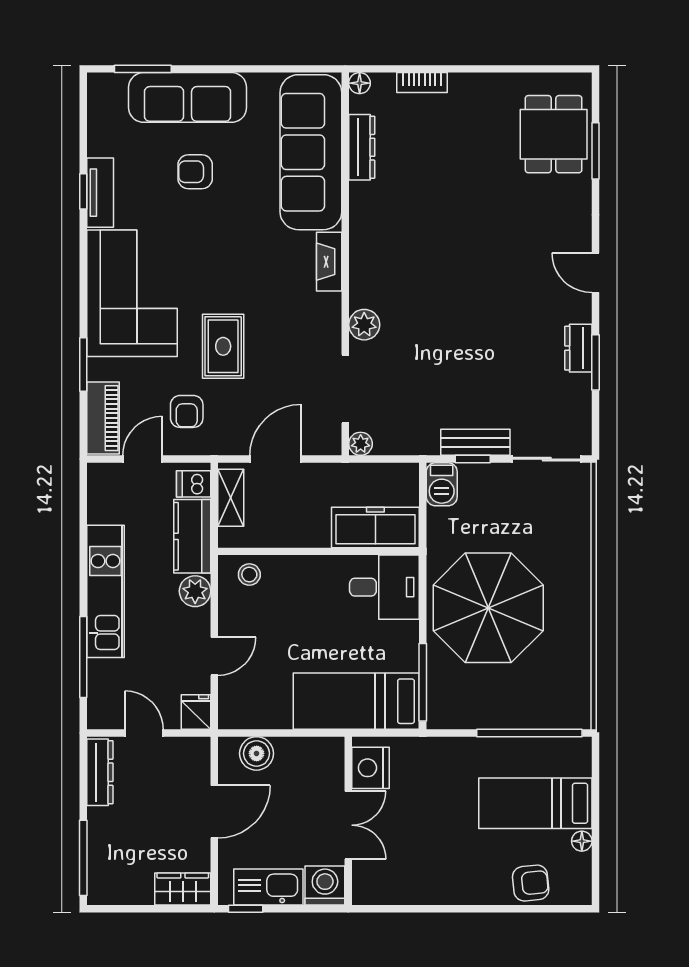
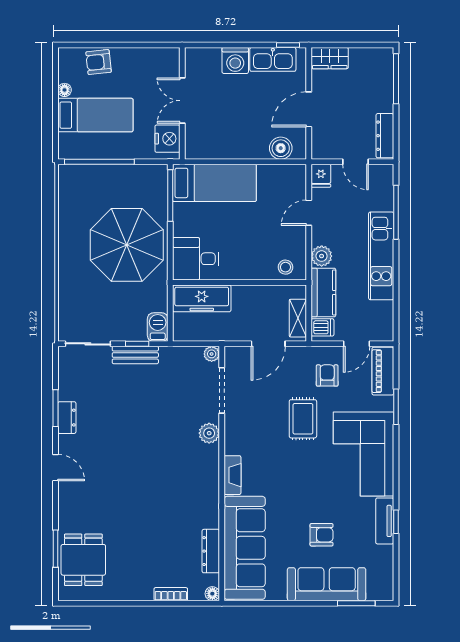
nightstand: (370, 768) -> (167, 139), moved
wall: (348, 821) -> (182, 103), moved
double door: (348, 825) -> (182, 101), moved

